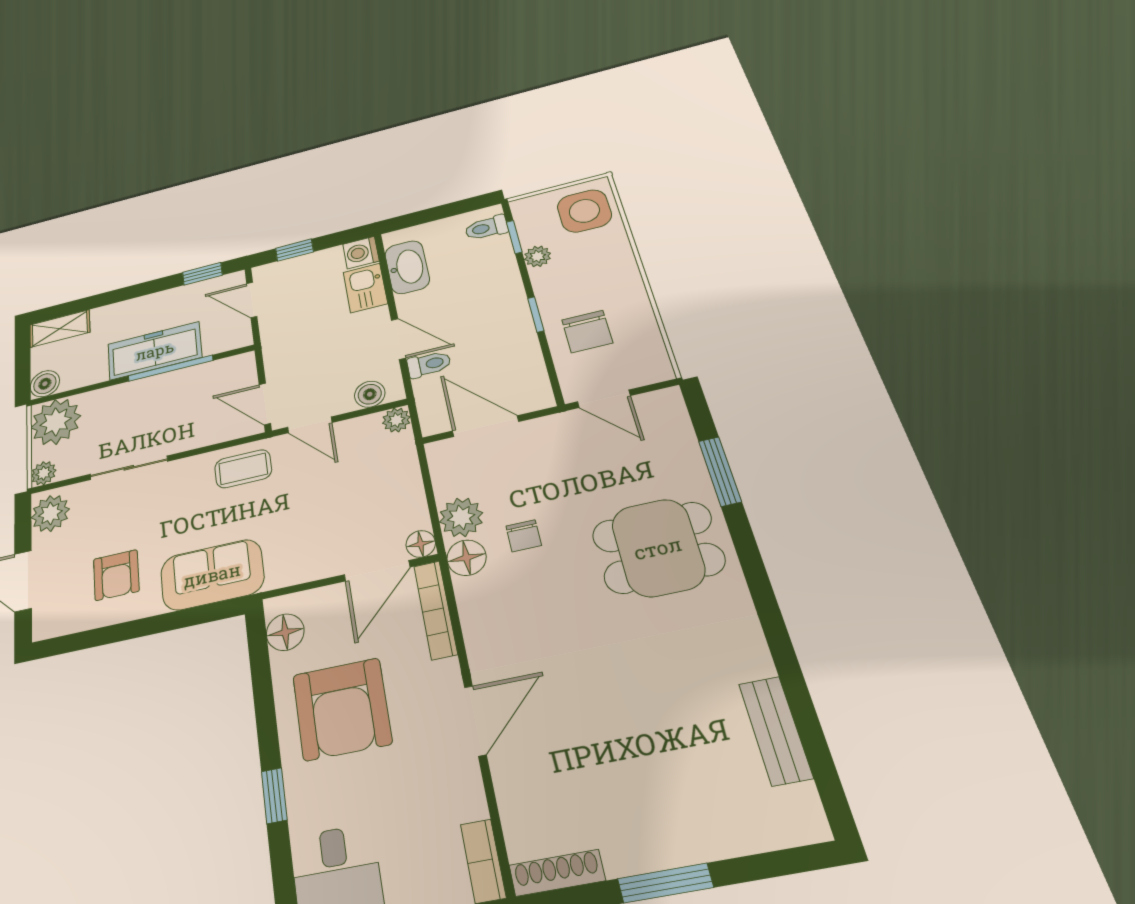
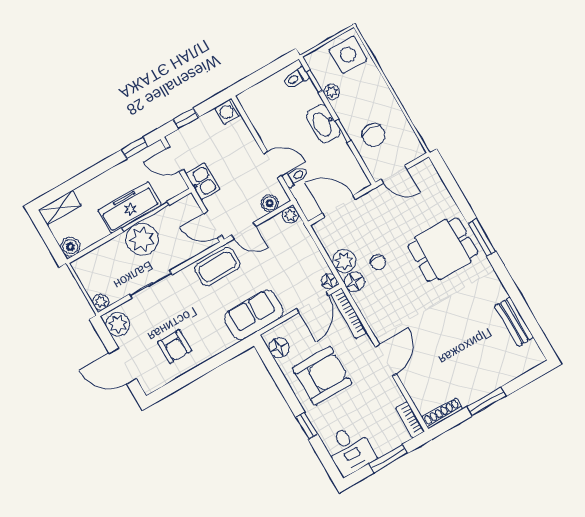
washbasin: (407, 267) -> (323, 124), moved, turned 180
kitchen sink: (365, 288) -> (203, 182), moved, turned 180
plant: (56, 422) -> (142, 239), moved
coffee table: (243, 469) -> (217, 267), width x1.36, depth x1.30
window: (720, 471) -> (482, 237), moved
sofa: (212, 575) -> (254, 315), moved
armchair: (342, 709) -> (322, 376), turned -90

